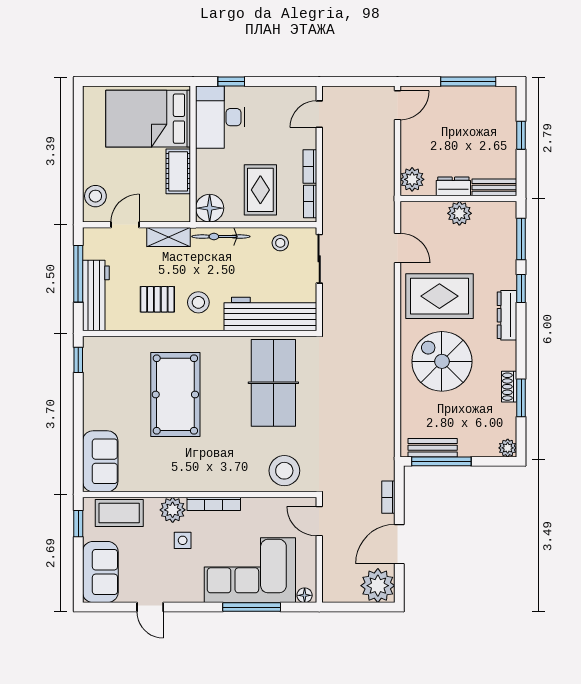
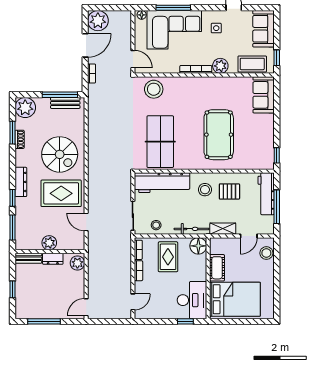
plant: (508, 448) -> (25, 108), width x1.88, depth x1.88
side table: (183, 540) -> (216, 28), moved

